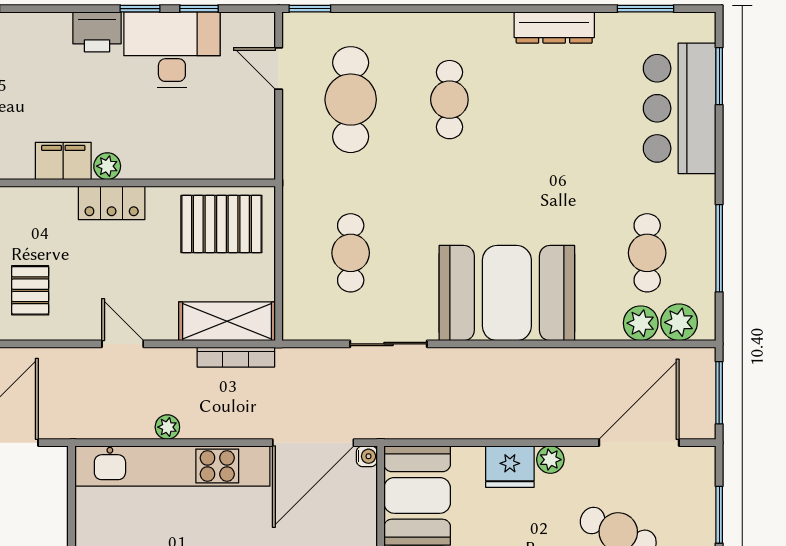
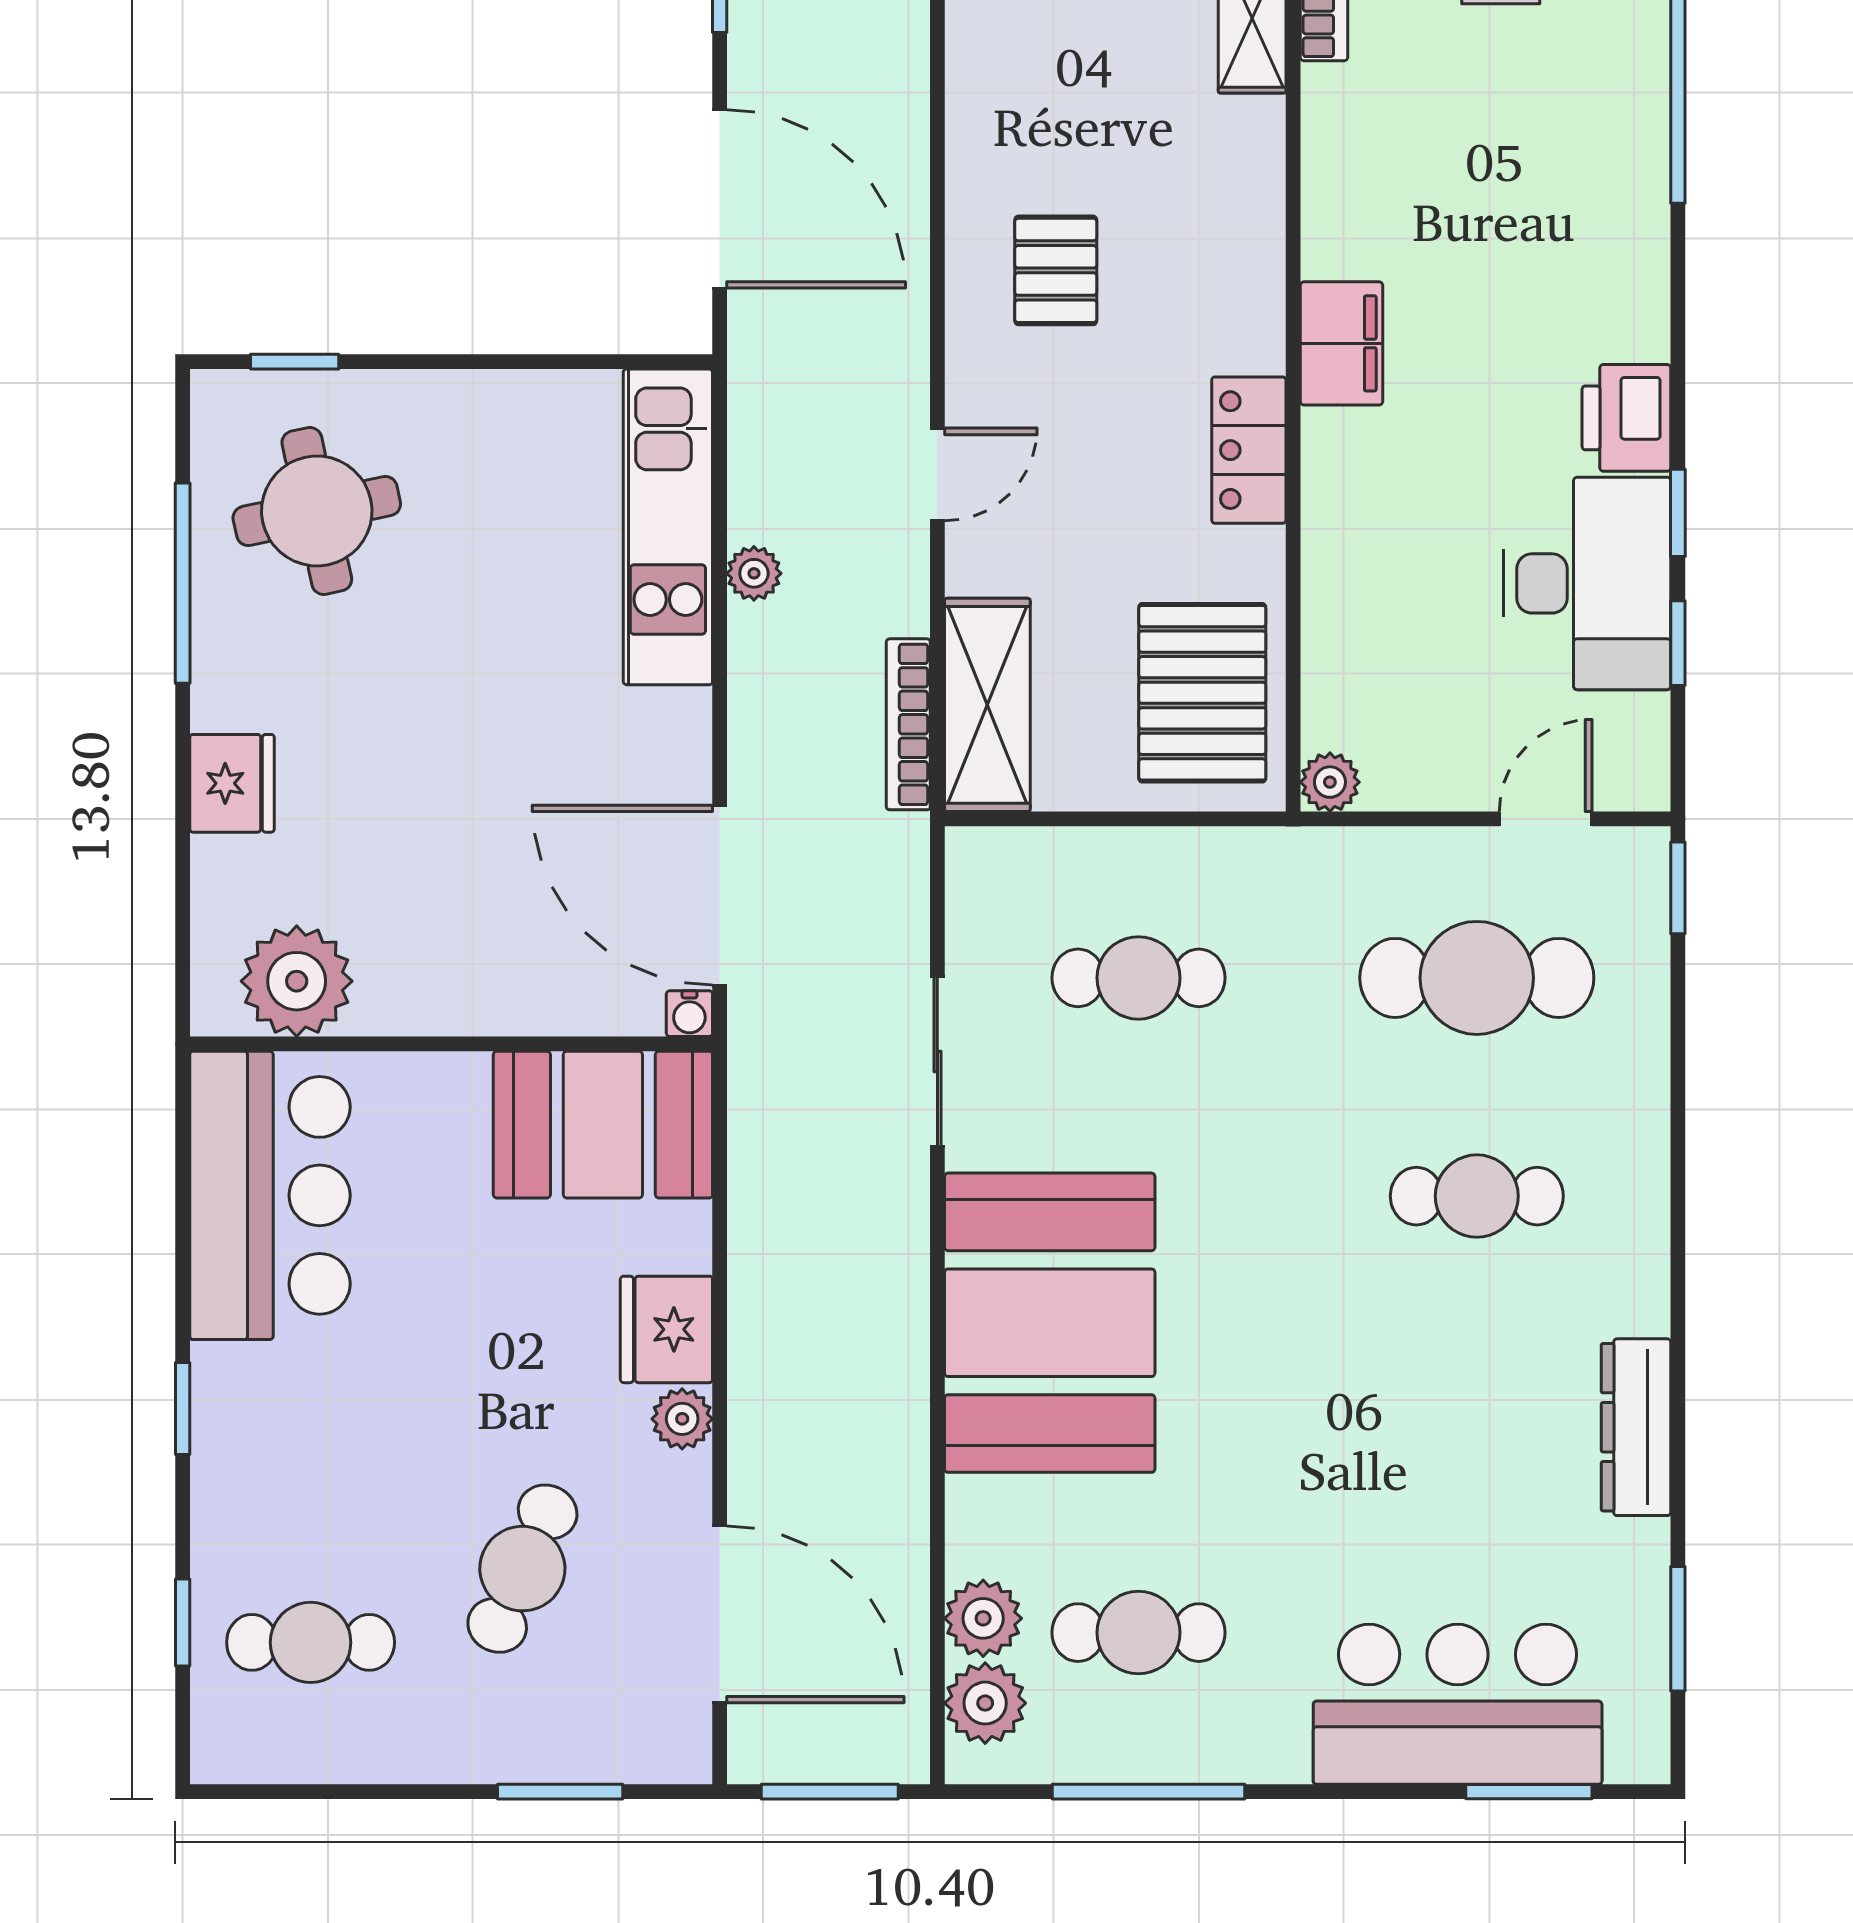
plant: (107, 166) -> (1330, 782), moved
pallet: (30, 290) -> (1056, 270), turned 90
kitchen unit: (172, 466) -> (668, 527), width x0.73

